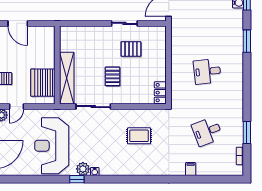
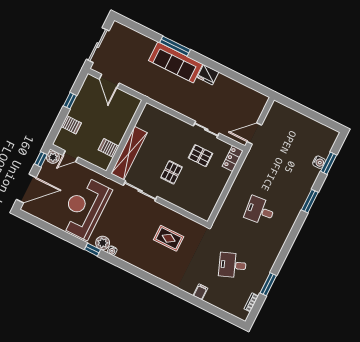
server rack: (43, 83) -> (109, 148), width x0.46, depth x0.70
locker: (160, 93) -> (233, 158), moved

